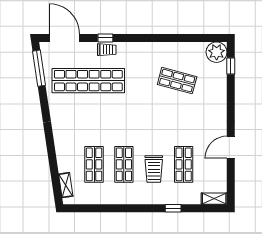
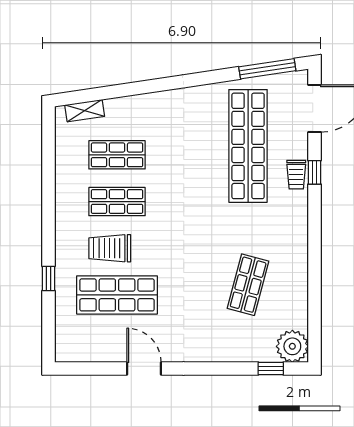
shop shelf: (184, 164) -> (117, 295), width x1.43, depth x1.36
shelving: (214, 199) -> (63, 343), removed

